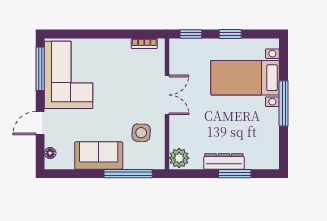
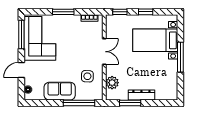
window: (104, 34) -> (63, 12), added
plant: (179, 158) -> (112, 83), moved
window: (235, 174) -> (130, 103), moved

